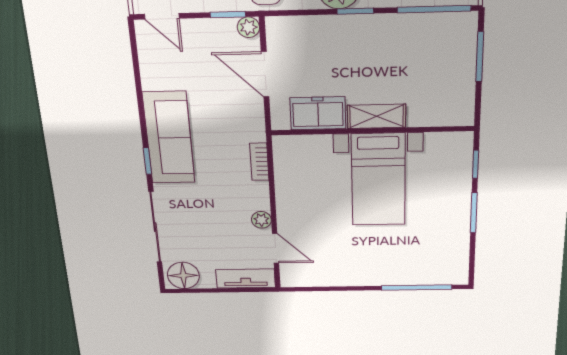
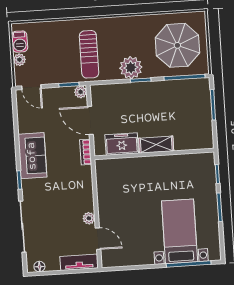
sofa: (169, 138) -> (32, 156), width x0.73
bookcase: (259, 162) -> (86, 152), moved
bed with nightstands: (378, 180) -> (180, 231), moved, turned 180
floor lamp: (183, 276) -> (39, 267), width x0.53, depth x0.53

